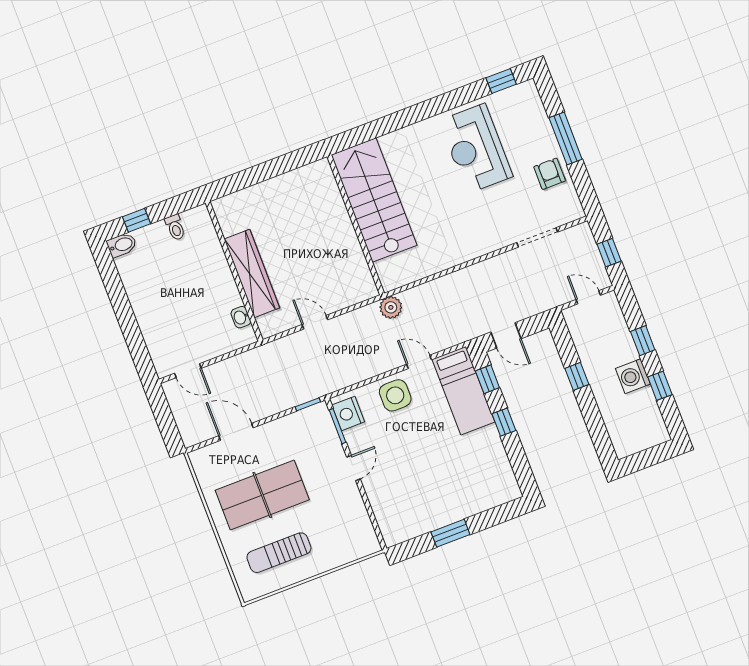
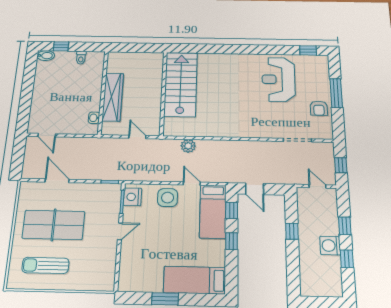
armchair: (550, 174) -> (319, 108), turned 180
stairs: (374, 200) -> (181, 84), moved
wall: (356, 225) -> (163, 93), moved
bed: (477, 494) -> (195, 280), added

